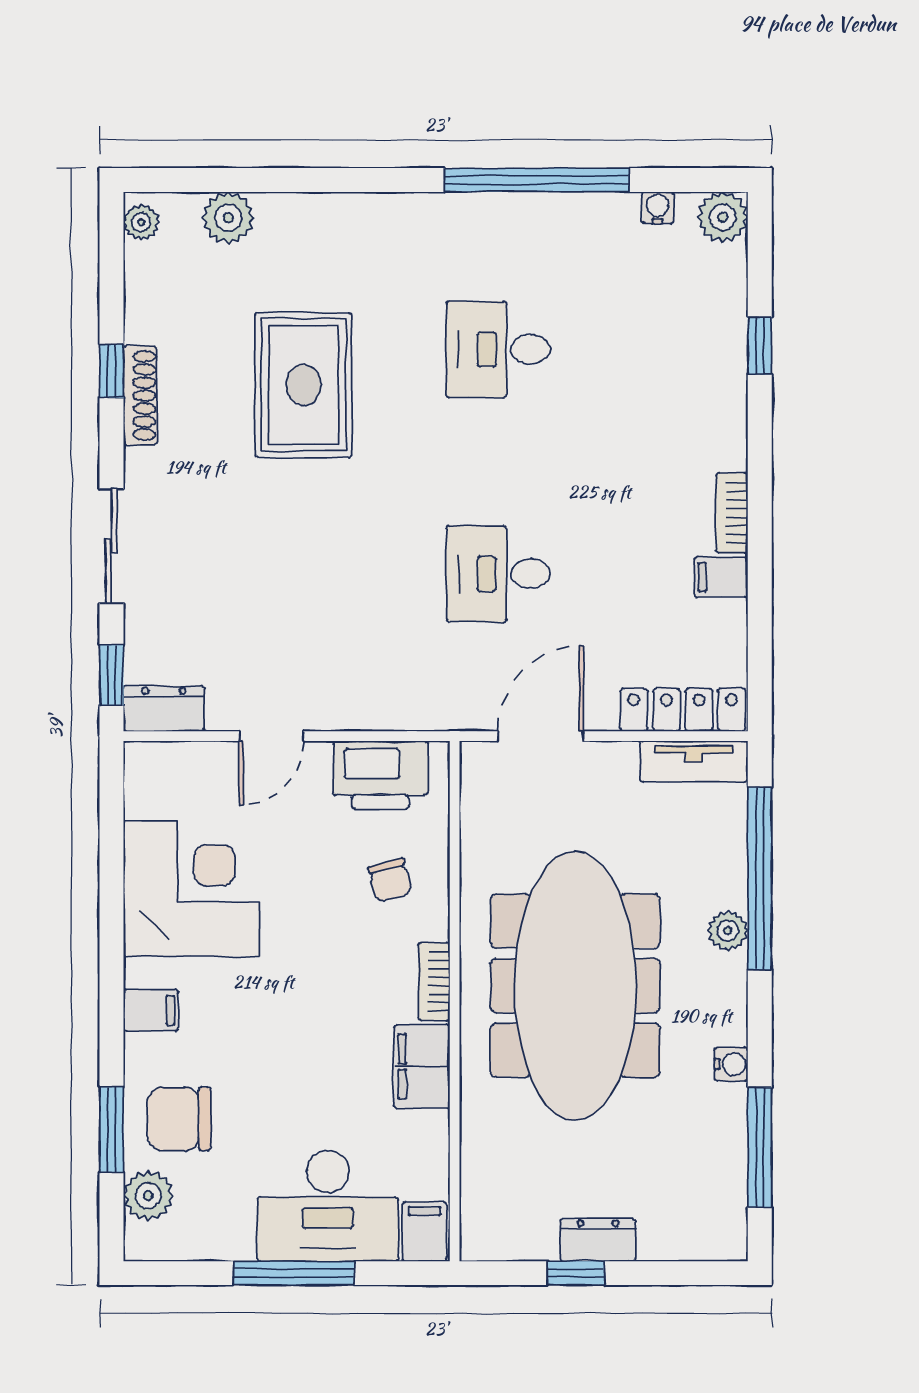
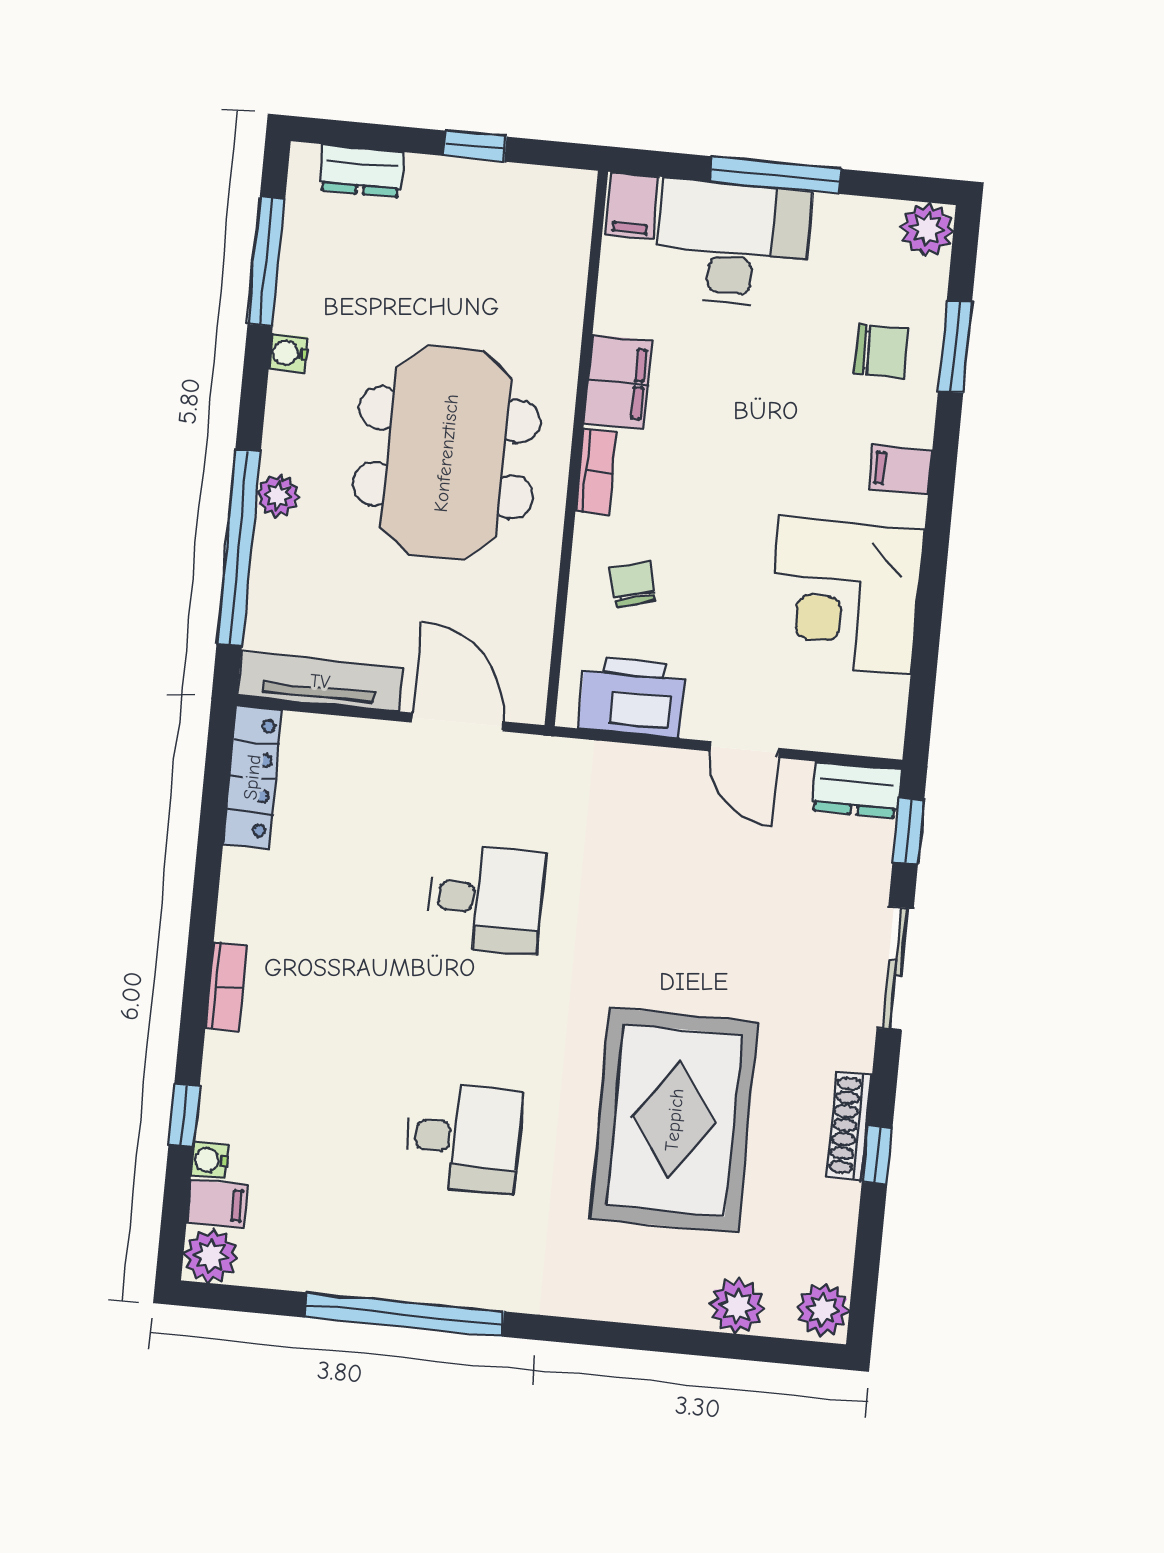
water cooler: (658, 208) -> (210, 1160), moved, turned 90
plant: (141, 222) -> (823, 1310), width x1.38, depth x1.38
rug: (304, 385) -> (674, 1120), width x1.37, depth x1.44
bookcase: (732, 513) -> (226, 987), moved
filing cabinet: (721, 577) -> (217, 1204), moved
locker: (683, 710) -> (252, 777), moved, turned -90
door: (271, 736) -> (744, 750), swing flipped
door: (540, 736) -> (458, 722), swing flipped
tv unit: (694, 761) -> (320, 681), width x1.41
meeting table: (575, 986) -> (446, 453), width x0.73
chair: (179, 1119) -> (882, 351), width x0.73, depth x0.73
plant: (148, 1196) -> (927, 229), moved
dresser: (598, 1240) -> (362, 171), moved

